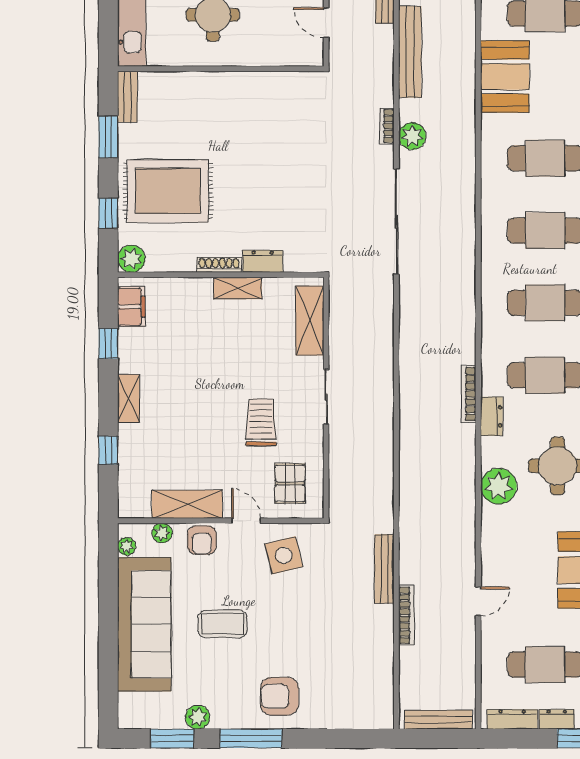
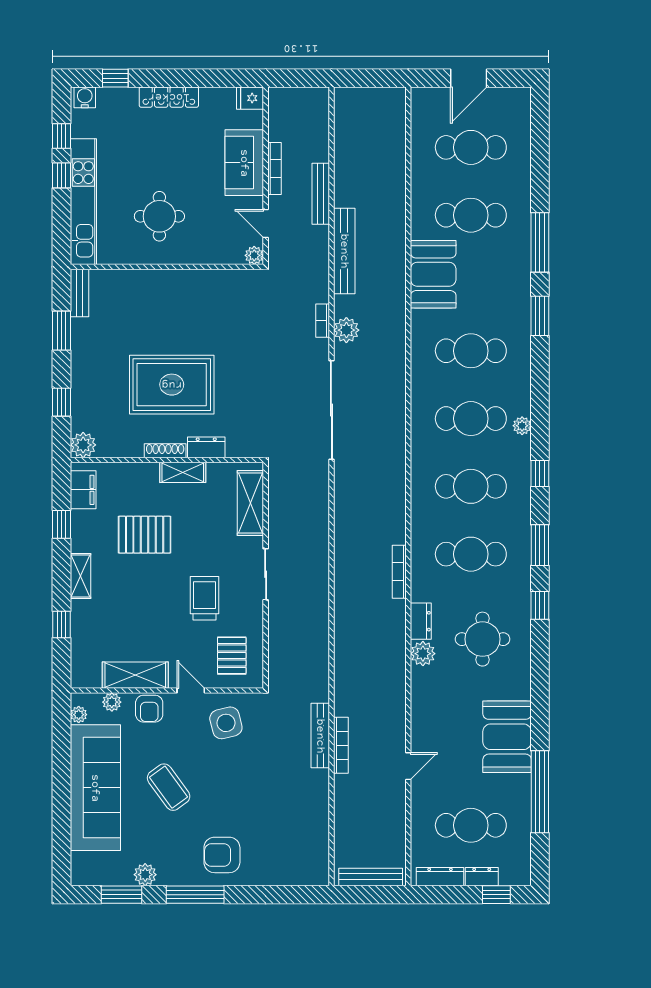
plant: (314, 57) -> (254, 255), added
rug: (168, 191) -> (172, 385), moved
pallet: (197, 354) -> (145, 535), added
dresser: (492, 416) -> (421, 621), moved
plant: (499, 486) -> (423, 654), width x0.73, depth x0.73
bookcase: (406, 615) -> (341, 745), moved
coffee table: (223, 624) -> (169, 787), turned 54

